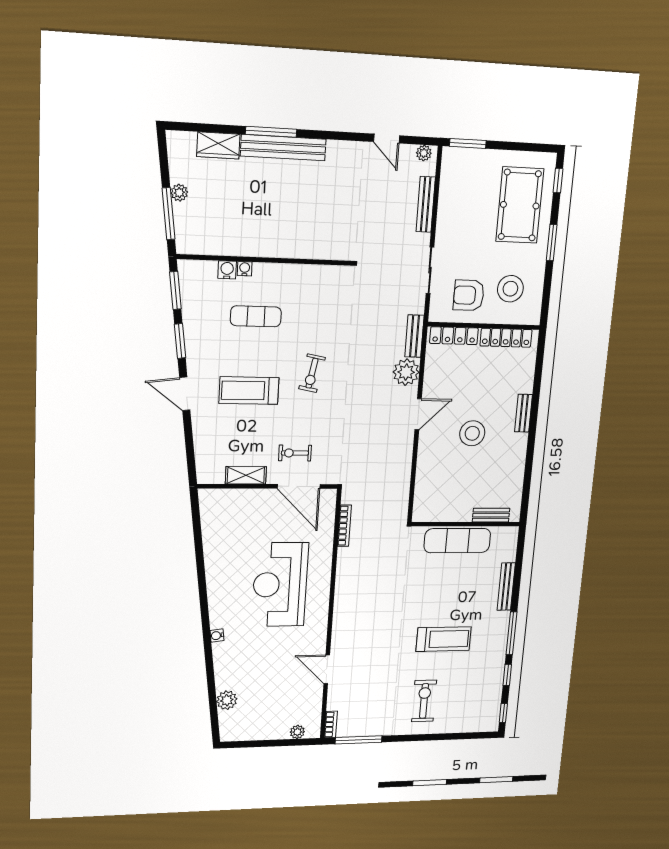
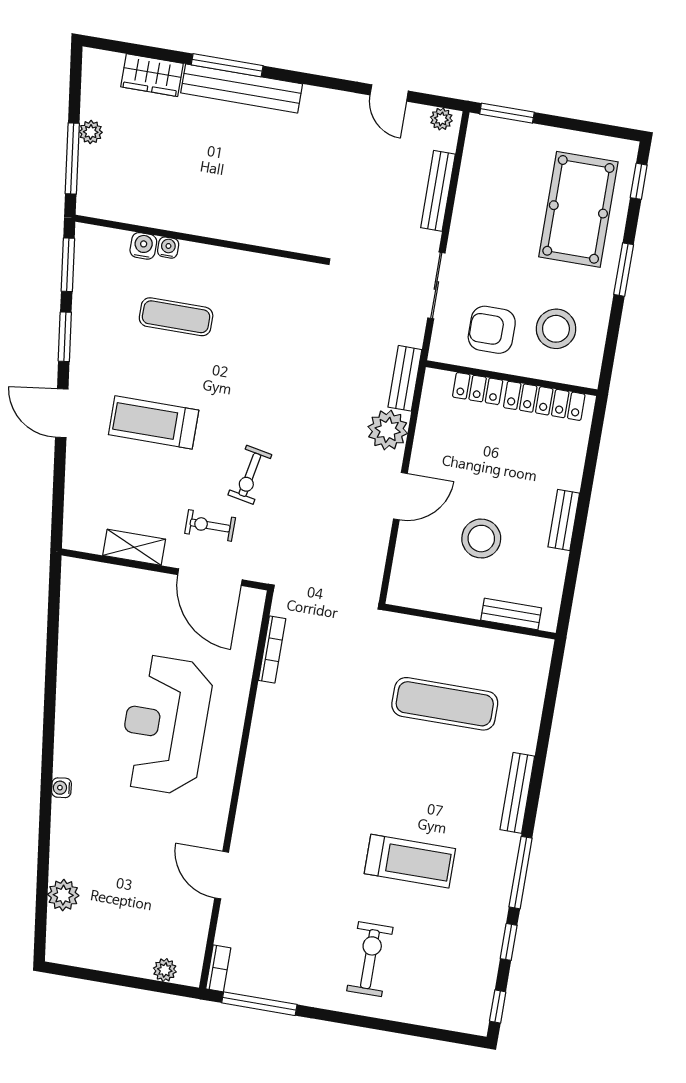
locker: (454, 336) -> (478, 389), width x0.66
exercise bike: (312, 373) -> (250, 475), moved
bench: (491, 515) -> (511, 614), moved
wall: (466, 524) -> (470, 622), moved

